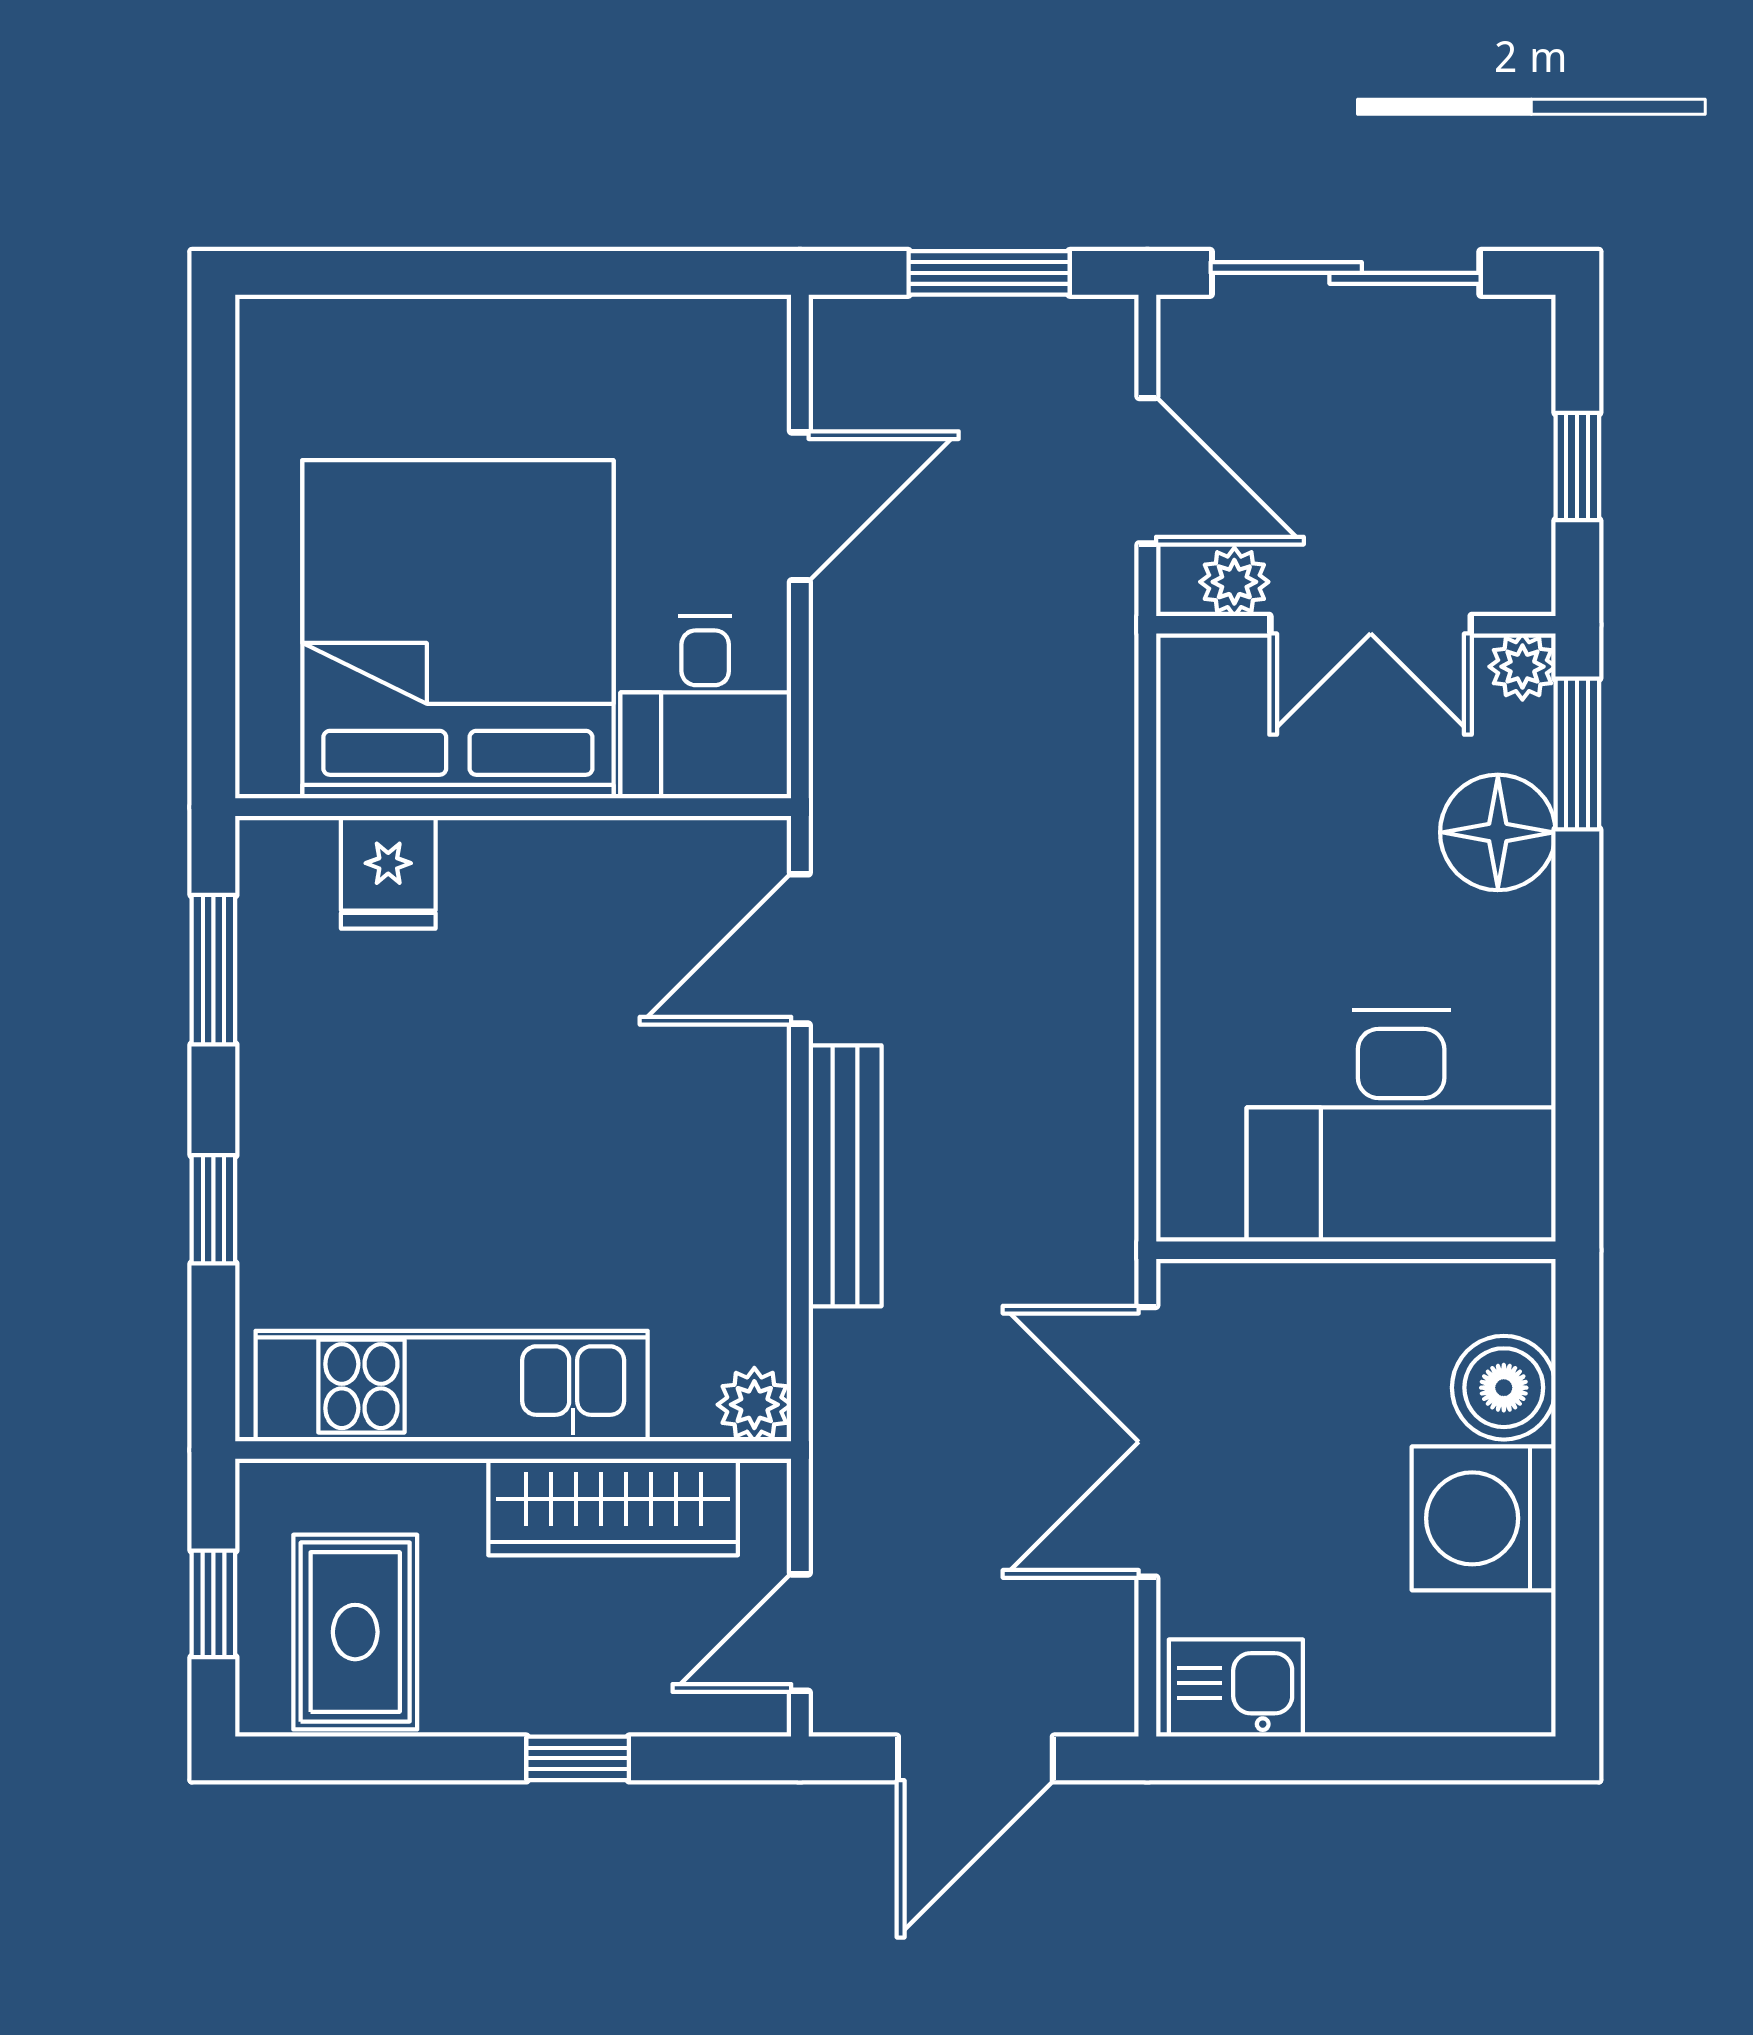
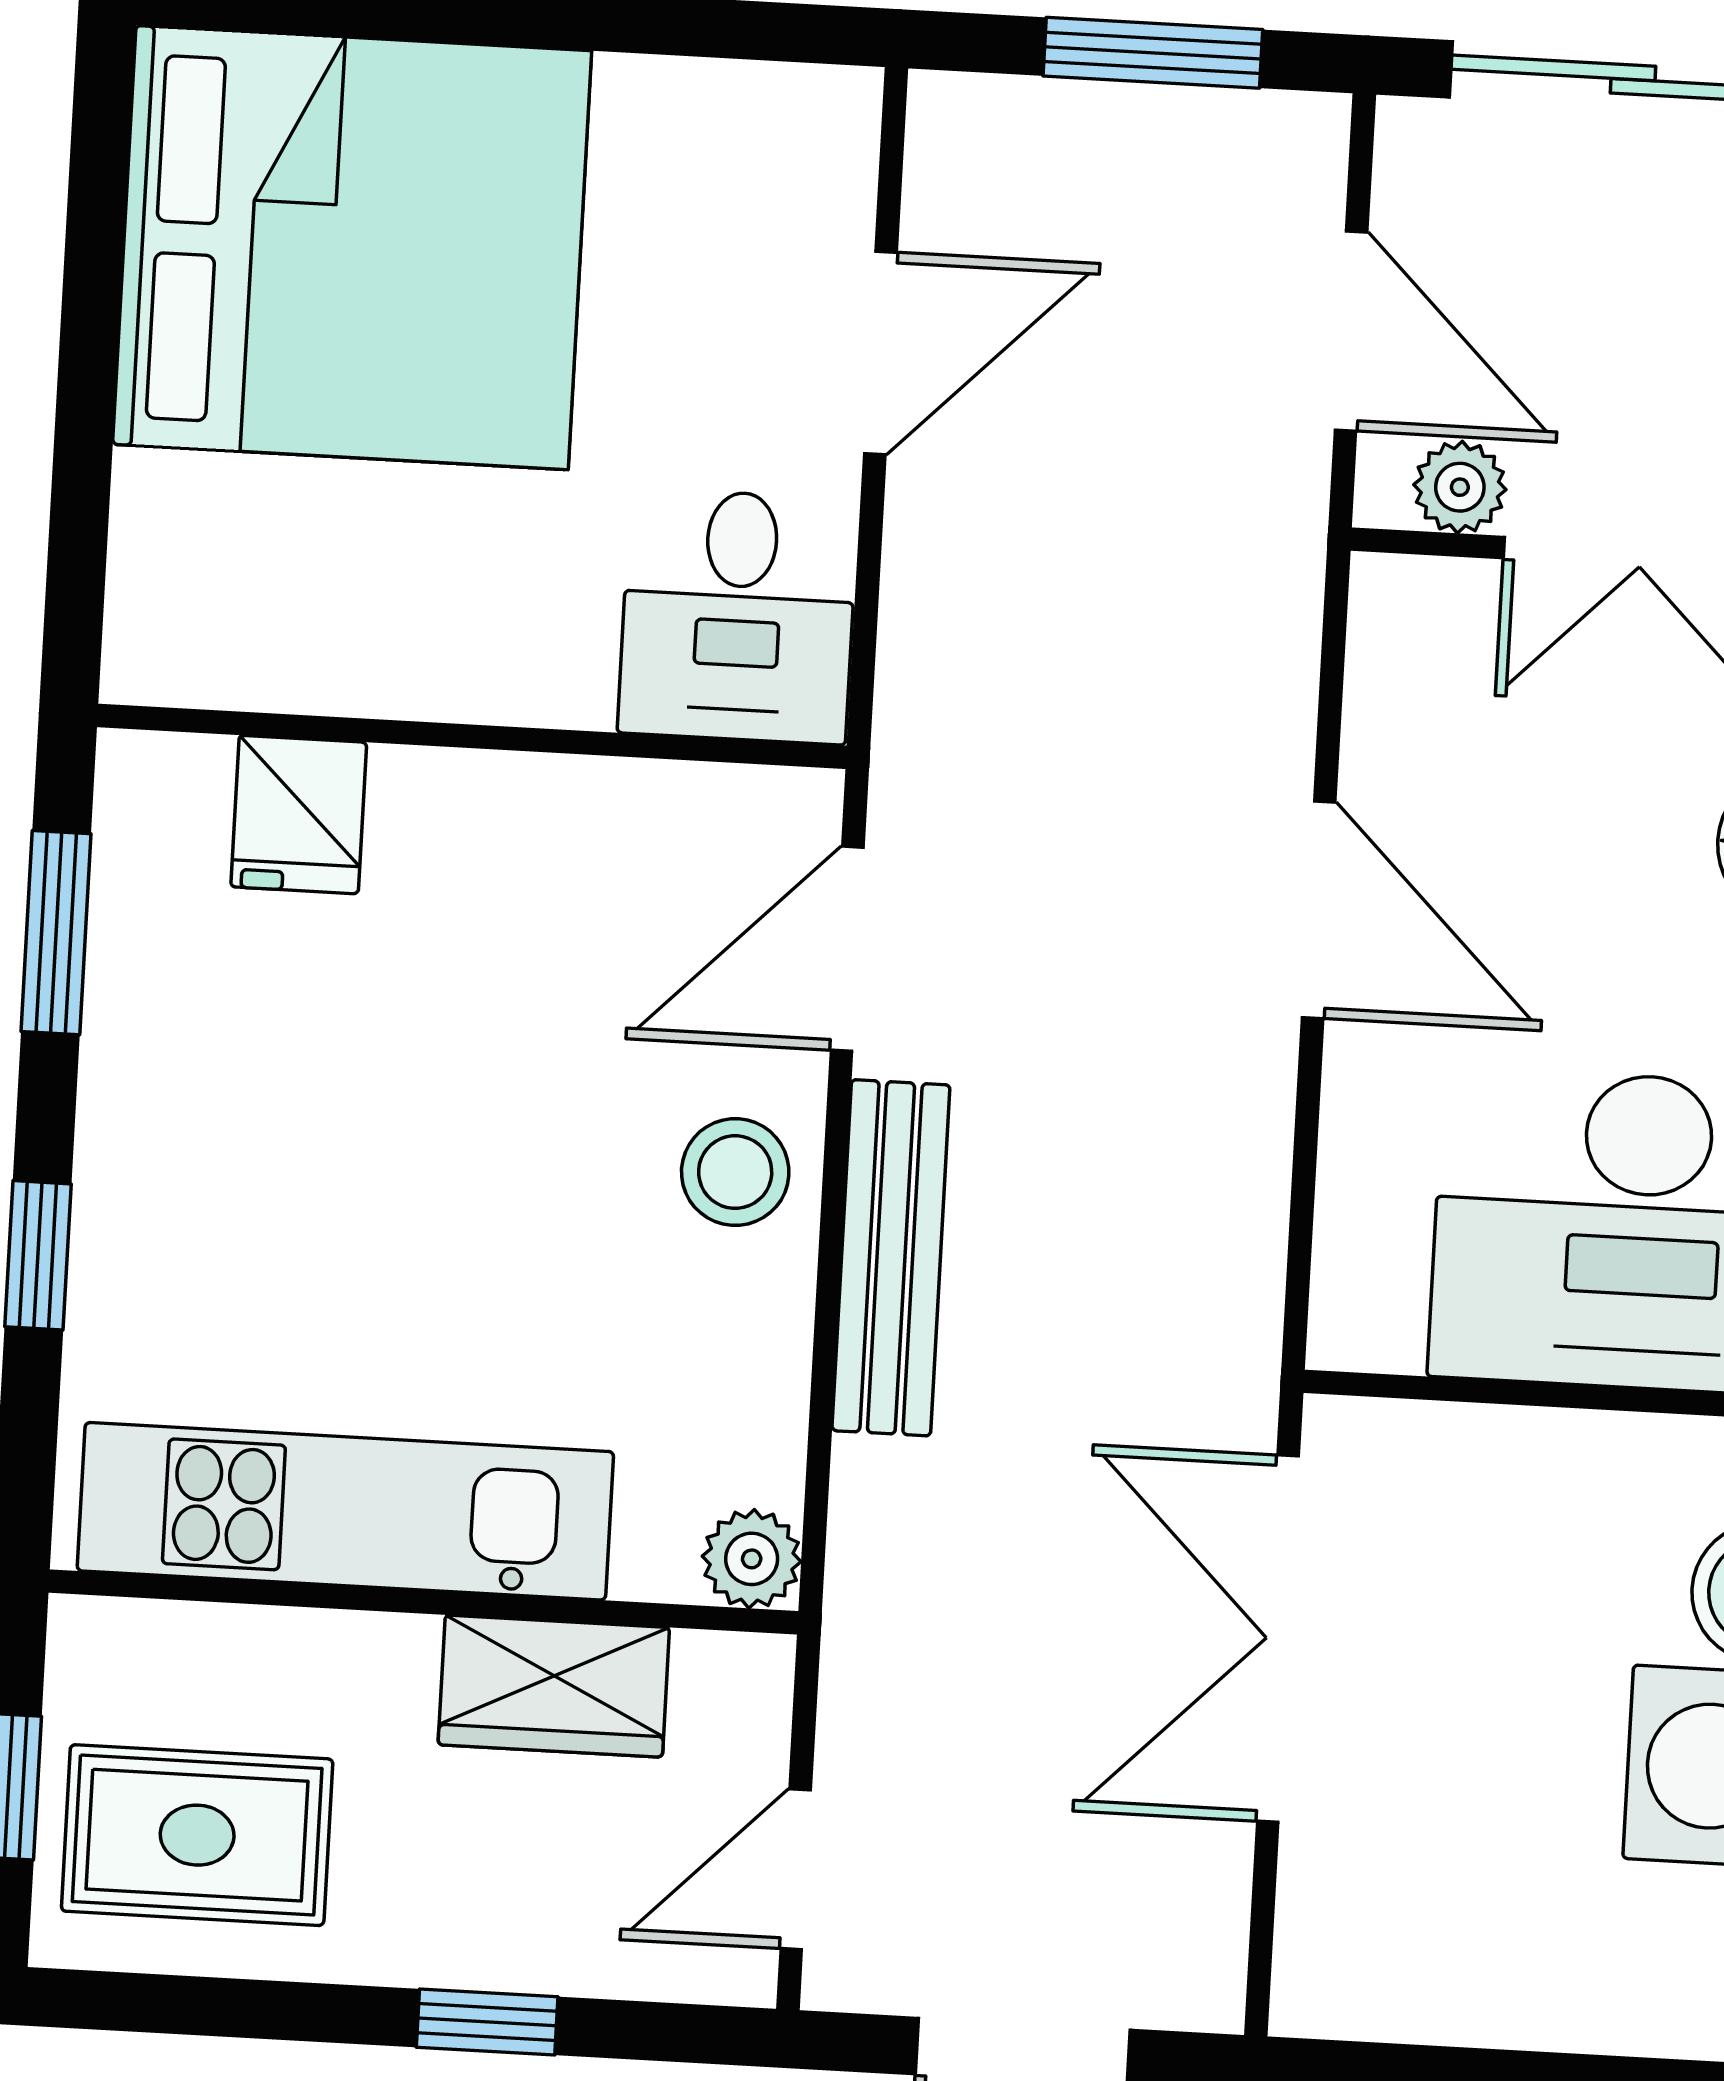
bed: (458, 629) -> (352, 248), moved, turned 90
door: (1147, 901) -> (1319, 910), added
stool: (726, 1119) -> (735, 1172), added
wardrobe: (613, 1507) -> (554, 1686), width x0.67
rug: (355, 1632) -> (197, 1835), turned 90
kitchen sink: (1236, 1688) -> (1379, 1977), removed

